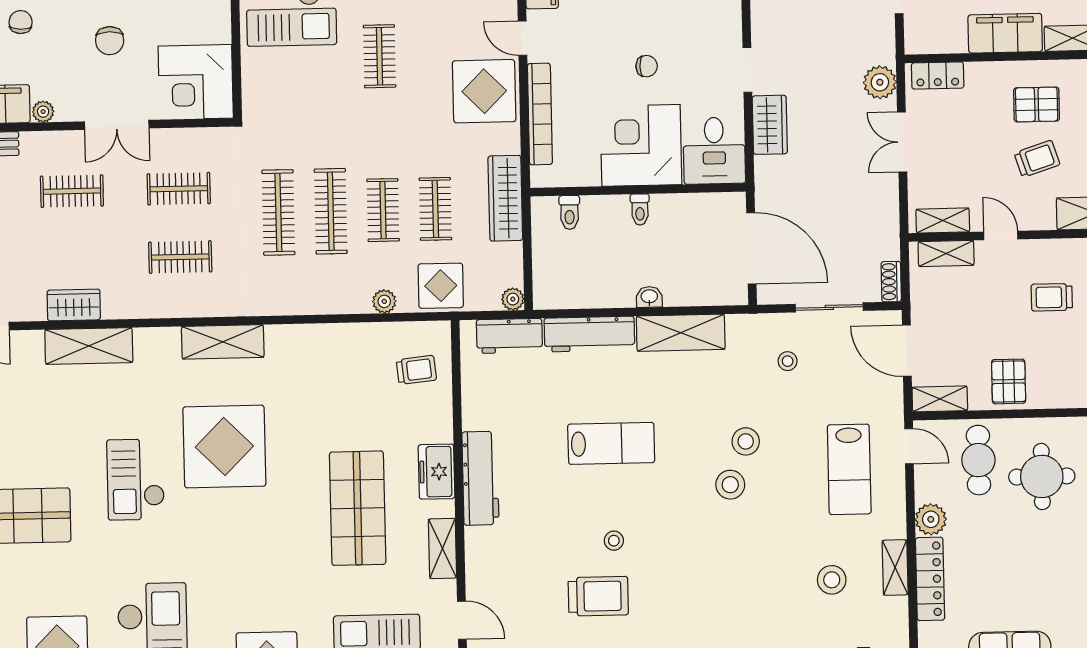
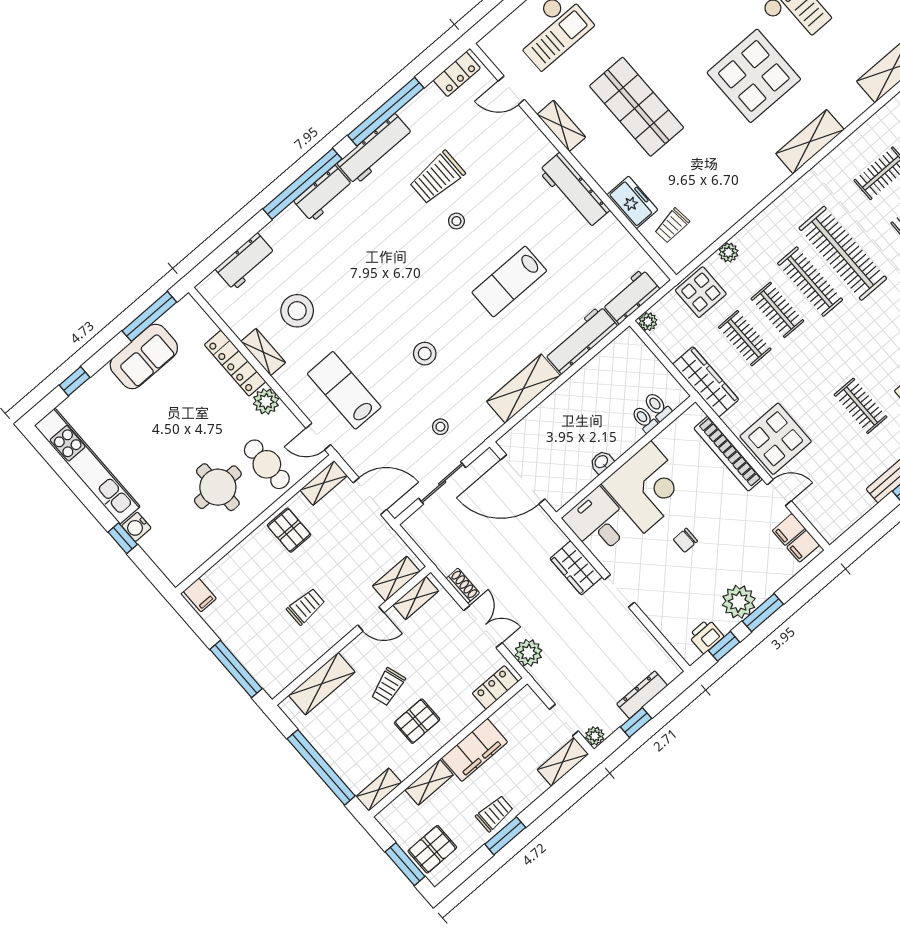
toilet: (640, 210) -> (644, 419), moved
clothes rail: (278, 212) -> (843, 253), width x1.37, depth x1.31
shoe rack: (891, 282) -> (463, 586), moved
washbasin: (649, 297) -> (602, 462), moved, turned 180
freezer: (436, 472) -> (632, 202), moved
stool: (730, 485) -> (412, 318), removed
stool: (832, 580) -> (297, 311), width x1.38, depth x1.38

